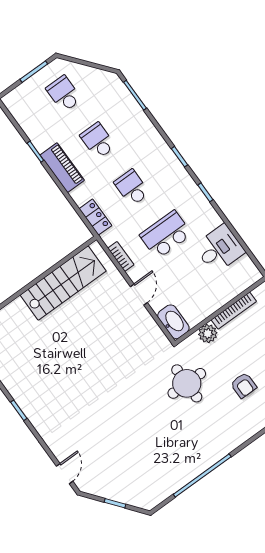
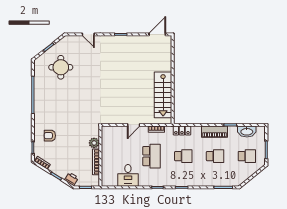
door: (139, 295) -> (134, 125), hinge flipped
washbasin: (173, 322) -> (247, 131), moved
round table: (187, 383) -> (61, 67), moved
armchair: (244, 385) -> (50, 136), moved
door: (65, 474) -> (88, 34), moved

